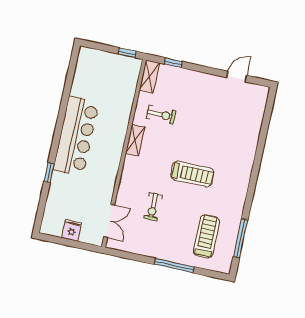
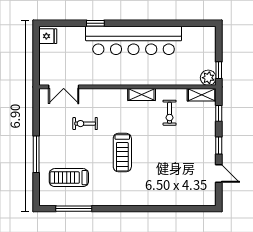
plant: (133, 66) -> (208, 78), added
window: (207, 70) -> (219, 146), added
bar counter: (76, 136) -> (134, 40), width x1.36
fridge: (72, 230) -> (48, 36), moved
treadmill: (207, 236) -> (69, 178), turned 180

